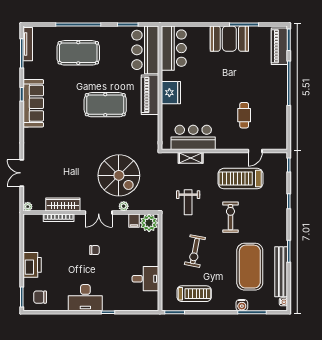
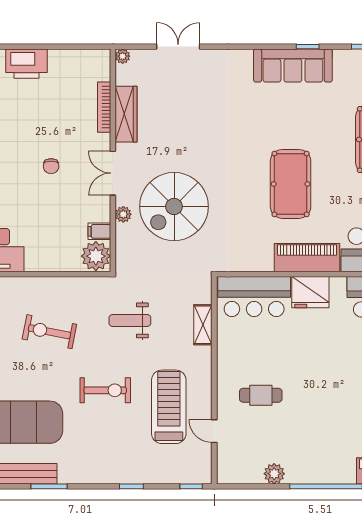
cafe table: (244, 115) -> (261, 395), moved
plant: (281, 115) -> (274, 474), added
bar counter: (193, 137) -> (254, 297), moved, turned 90

